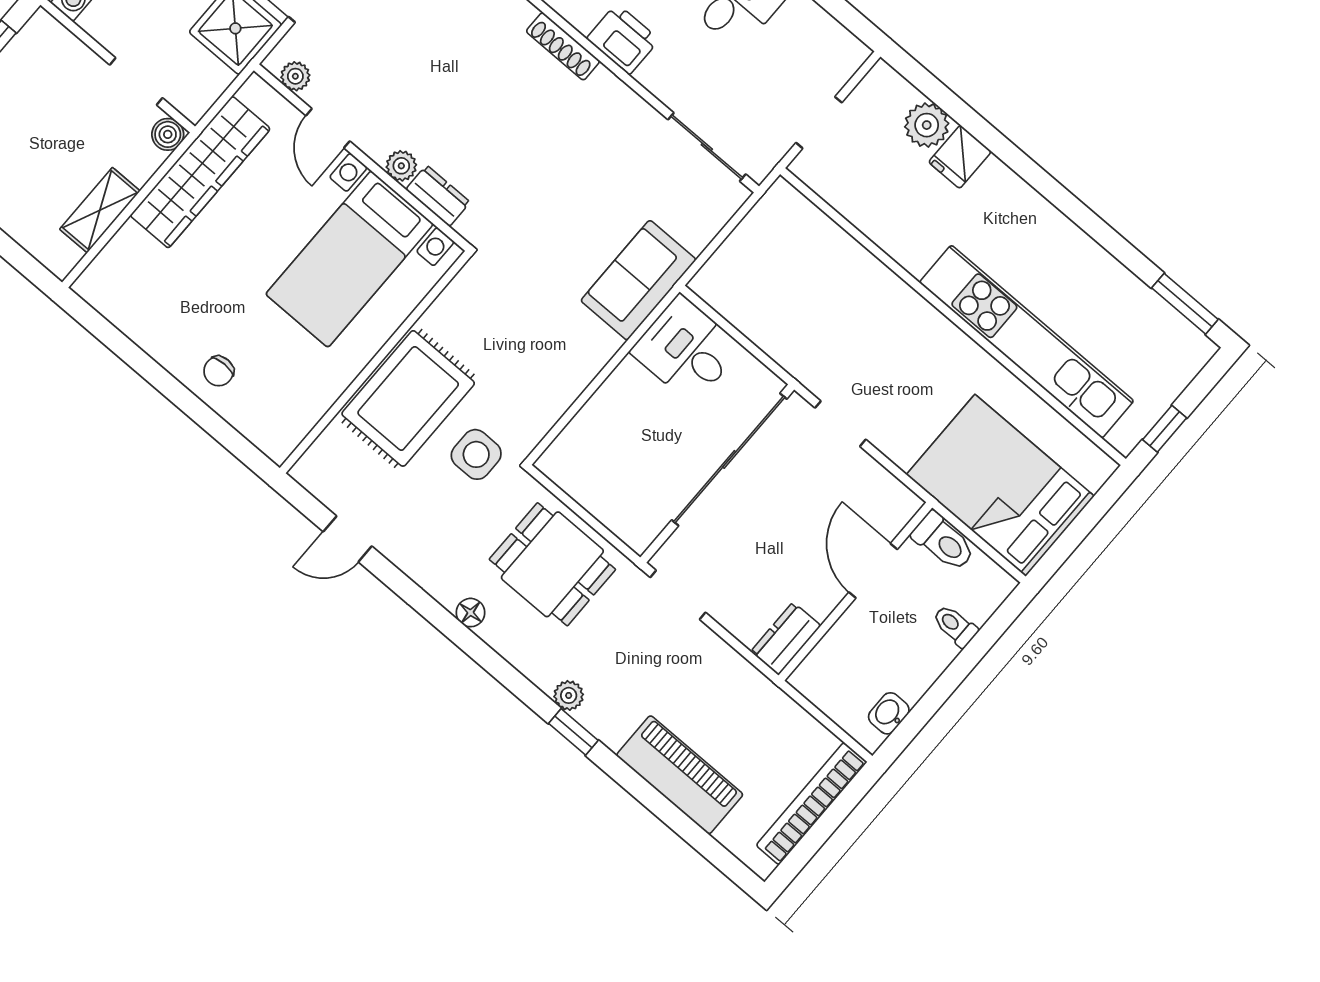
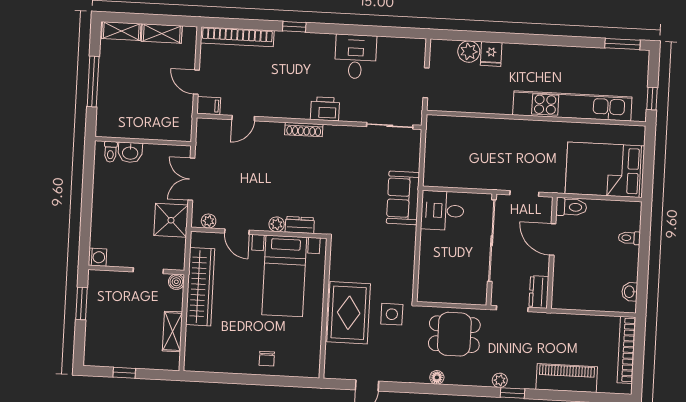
toilet: (944, 542) -> (571, 207), moved
door: (873, 571) -> (553, 239), moved
wall: (855, 591) -> (552, 253), moved
dresser: (786, 639) -> (539, 292), moved

